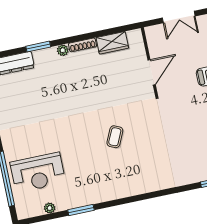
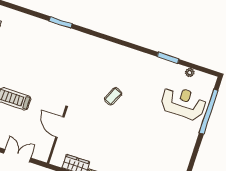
door: (152, 72) -> (60, 127), hinge flipped

